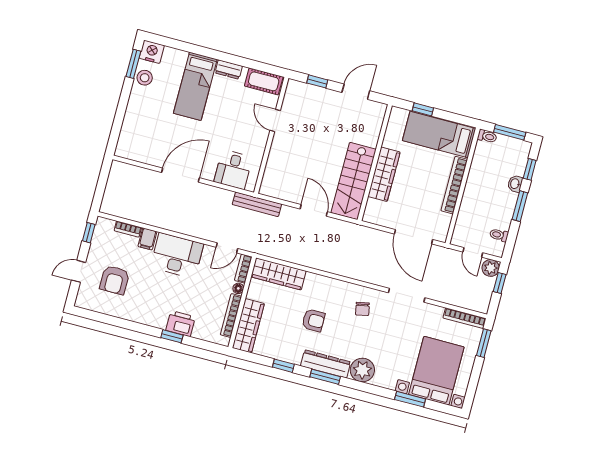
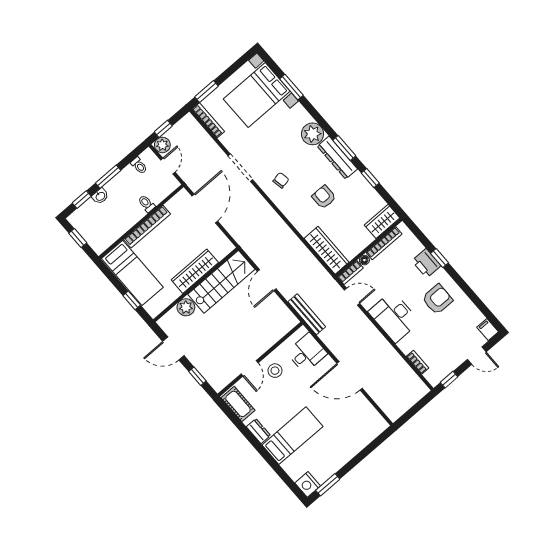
stool: (145, 78) -> (275, 371), moved
window: (510, 132) -> (78, 238), width x0.67
plant: (370, 136) -> (186, 307), added
toilet: (487, 136) -> (146, 204), moved
filing cabinet: (147, 239) -> (488, 329), moved, turned -90
armchair: (115, 280) -> (437, 299), moved
wardrobe: (248, 326) -> (382, 221), width x0.67

